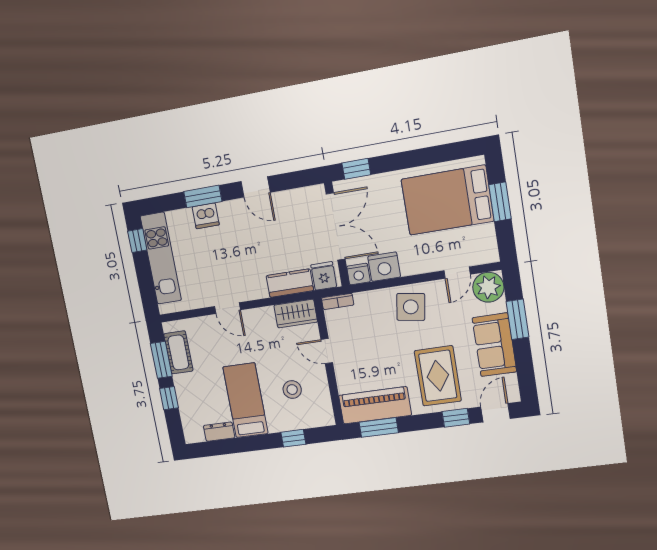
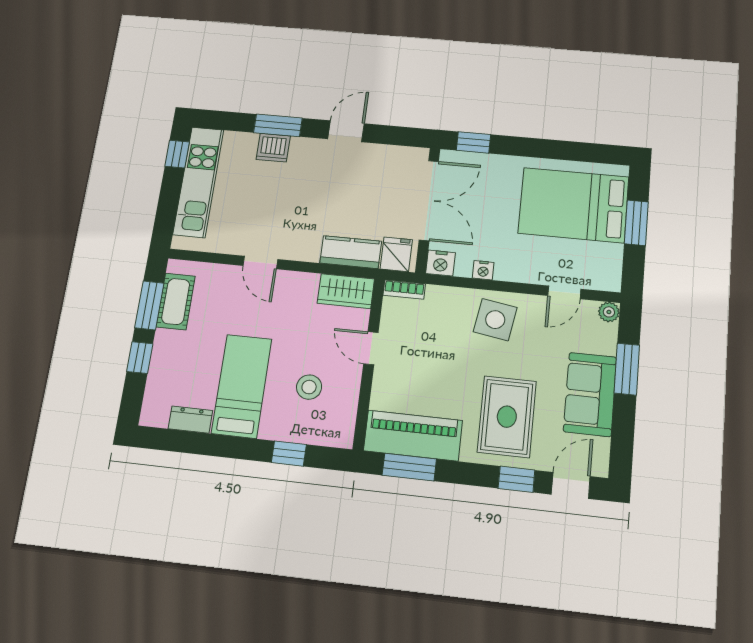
door: (256, 187) -> (346, 131), swing flipped
nightstand: (384, 267) -> (483, 270), width x0.53, depth x0.56
plant: (488, 287) -> (609, 312), width x0.53, depth x0.53

